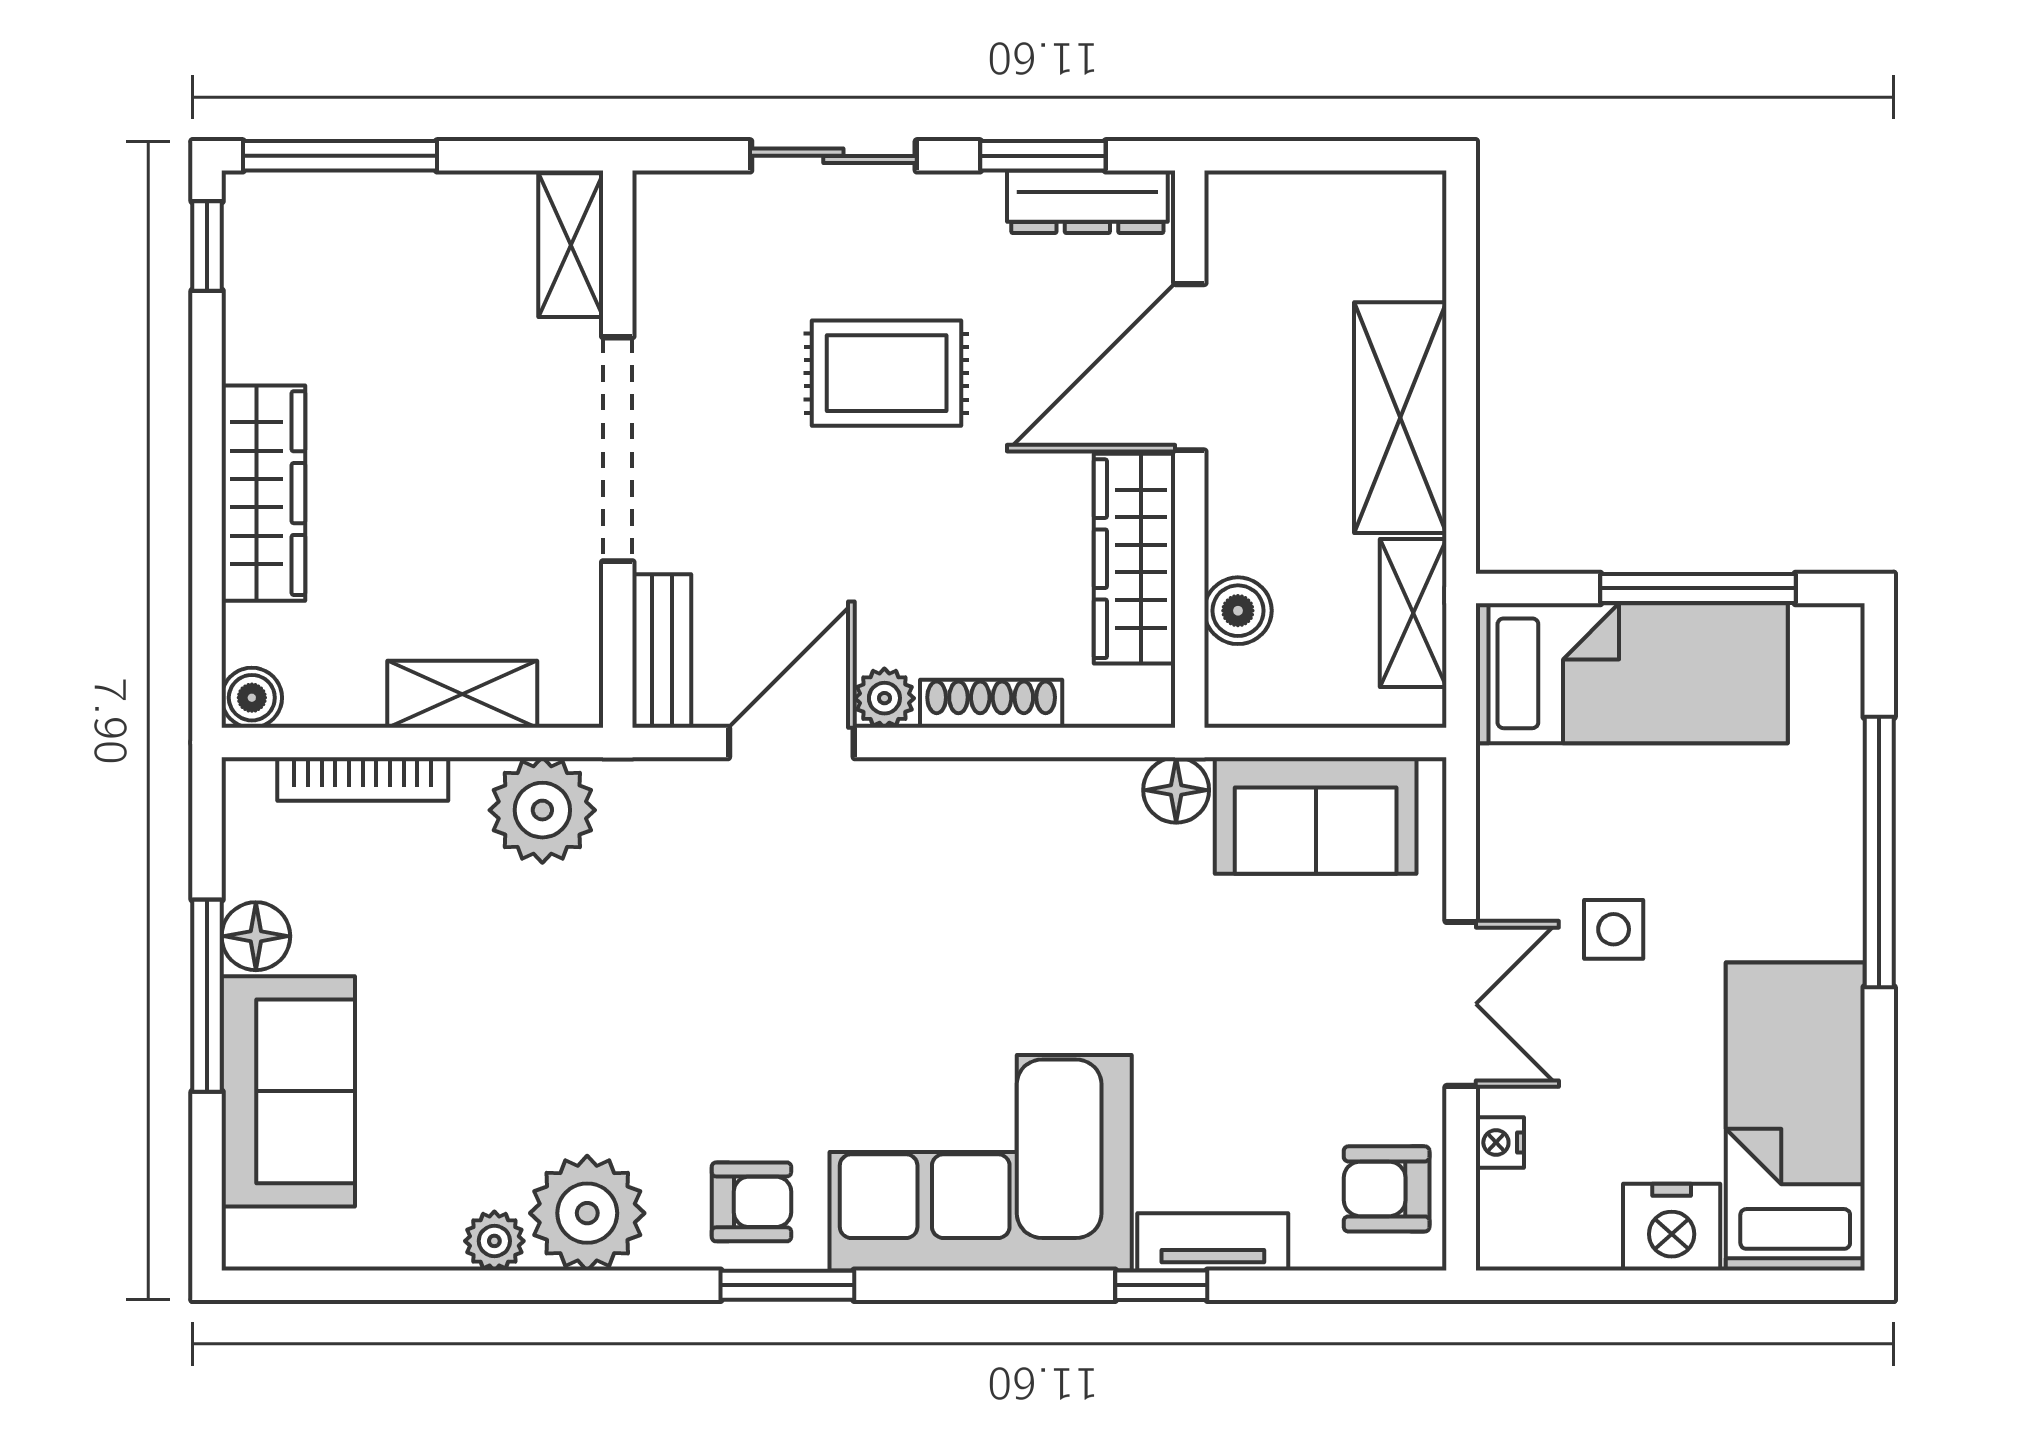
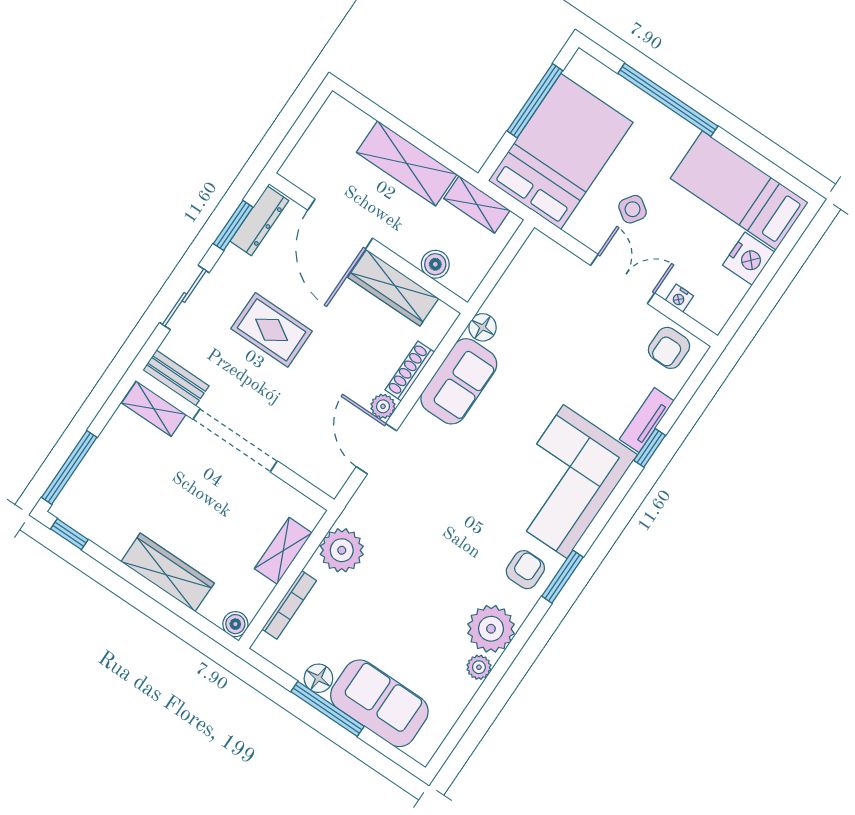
rug: (887, 373) -> (272, 330), turned 90
bench: (662, 651) -> (176, 378), moved
bed: (1632, 673) -> (561, 151), width x1.50
sofa: (1316, 815) -> (459, 381), moved
side table: (1614, 929) -> (633, 209), turned 34

